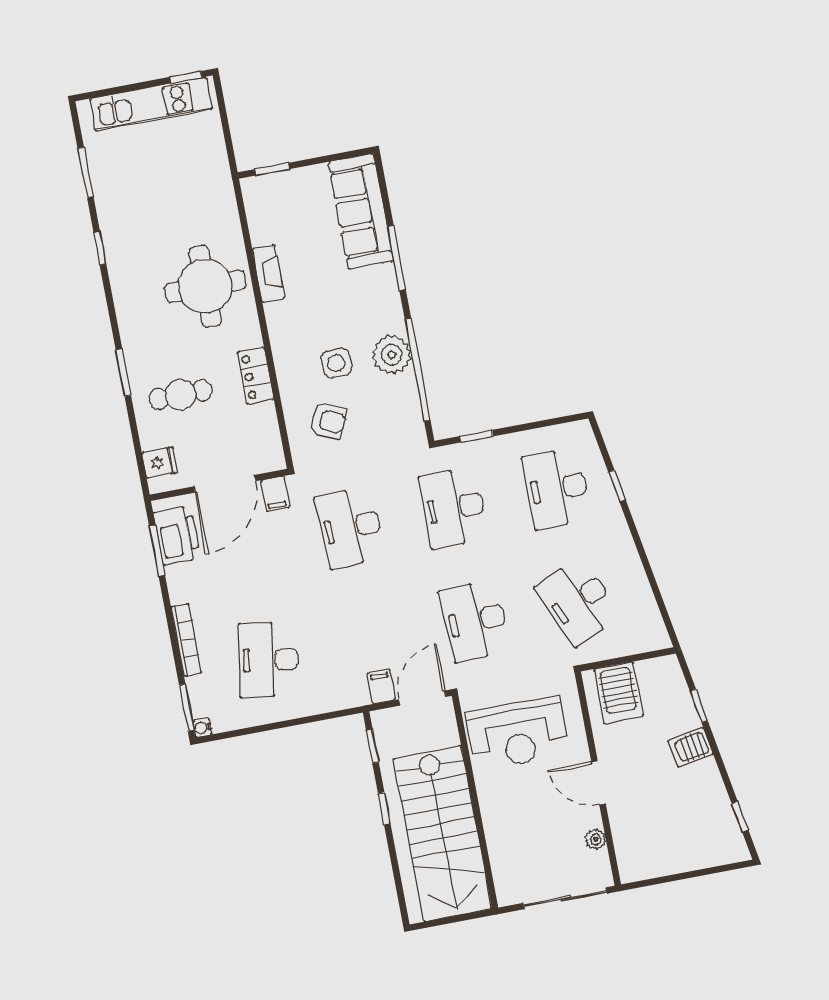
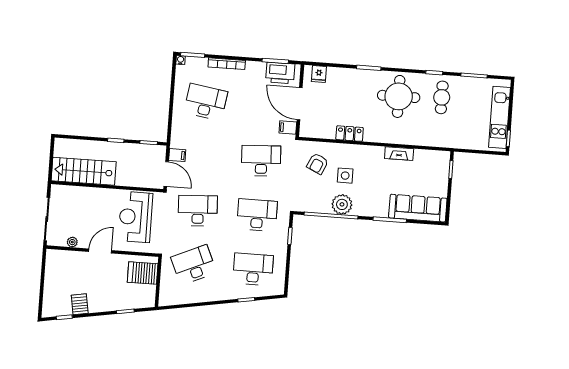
round table: (205, 286) -> (399, 96), moved
cafe table: (181, 395) -> (442, 97), moved
server rack: (691, 748) -> (80, 304), moved
stairs: (442, 834) -> (84, 171), width x0.73, depth x0.66

